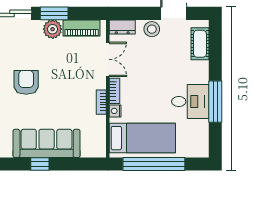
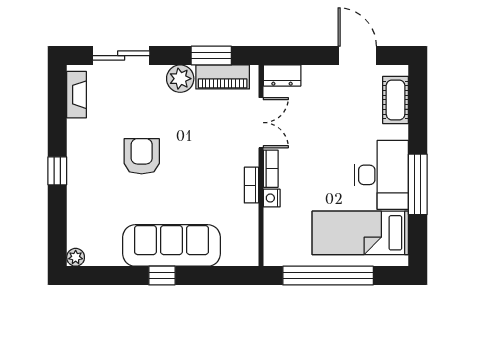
window: (54, 13) -> (211, 56), moved
stool: (152, 29) -> (325, 79), removed
desk: (190, 101) -> (381, 175), width x1.37
bed: (142, 138) -> (360, 233), moved, turned 180

